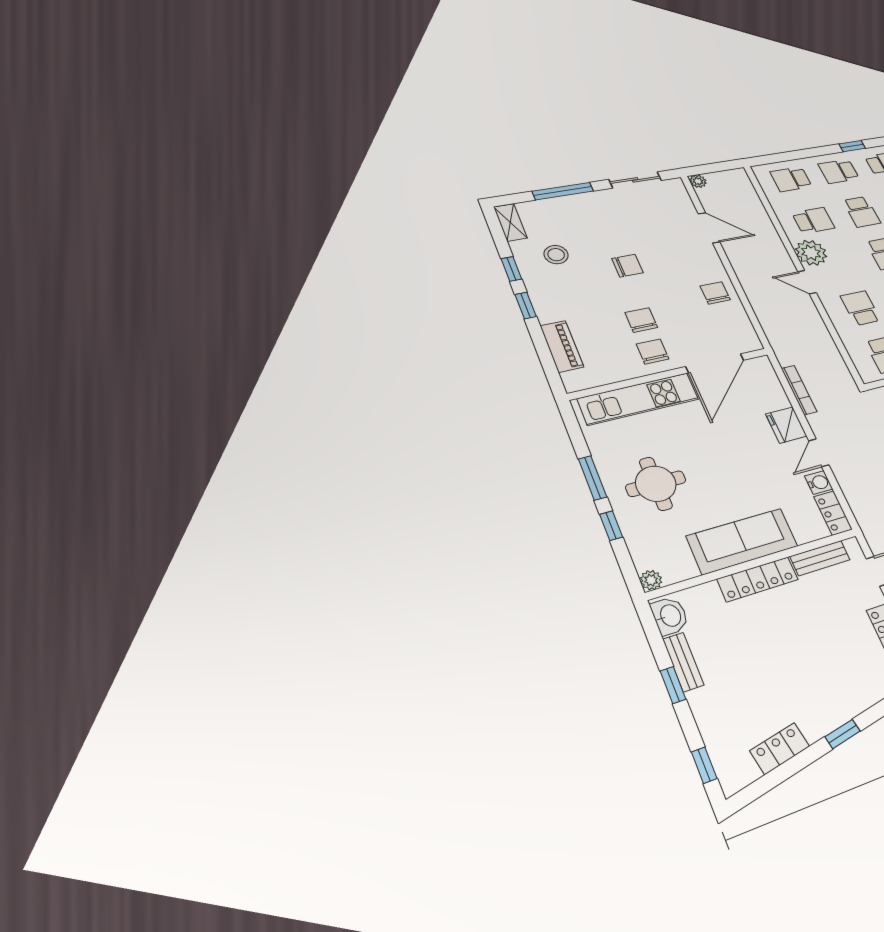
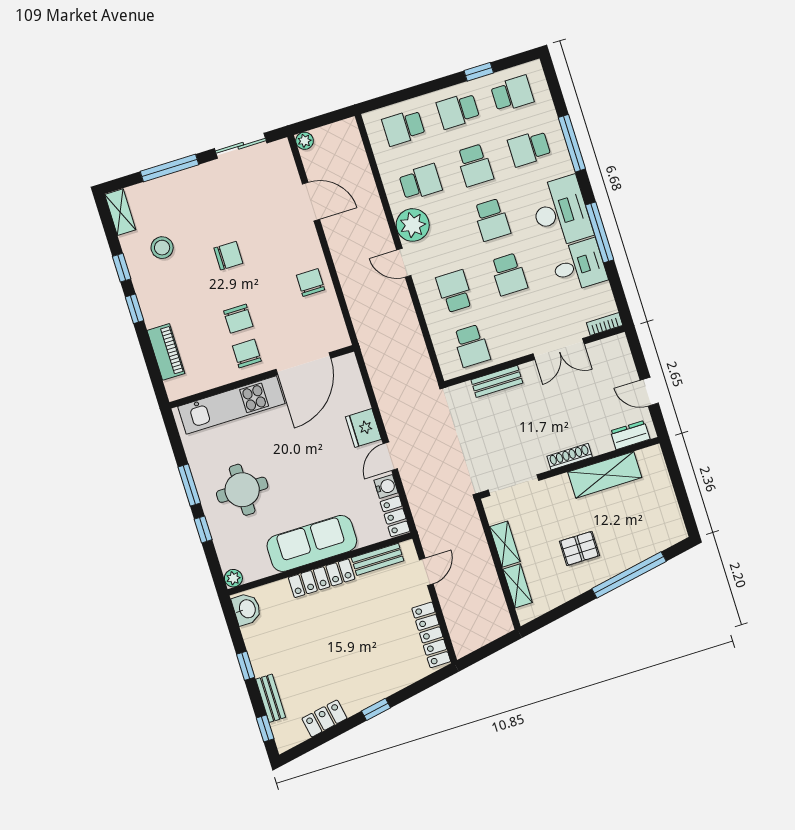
chair: (641, 320) -> (238, 319), turned 180
bookcase: (799, 390) -> (380, 390), removed
bench: (683, 662) -> (271, 698), moved

